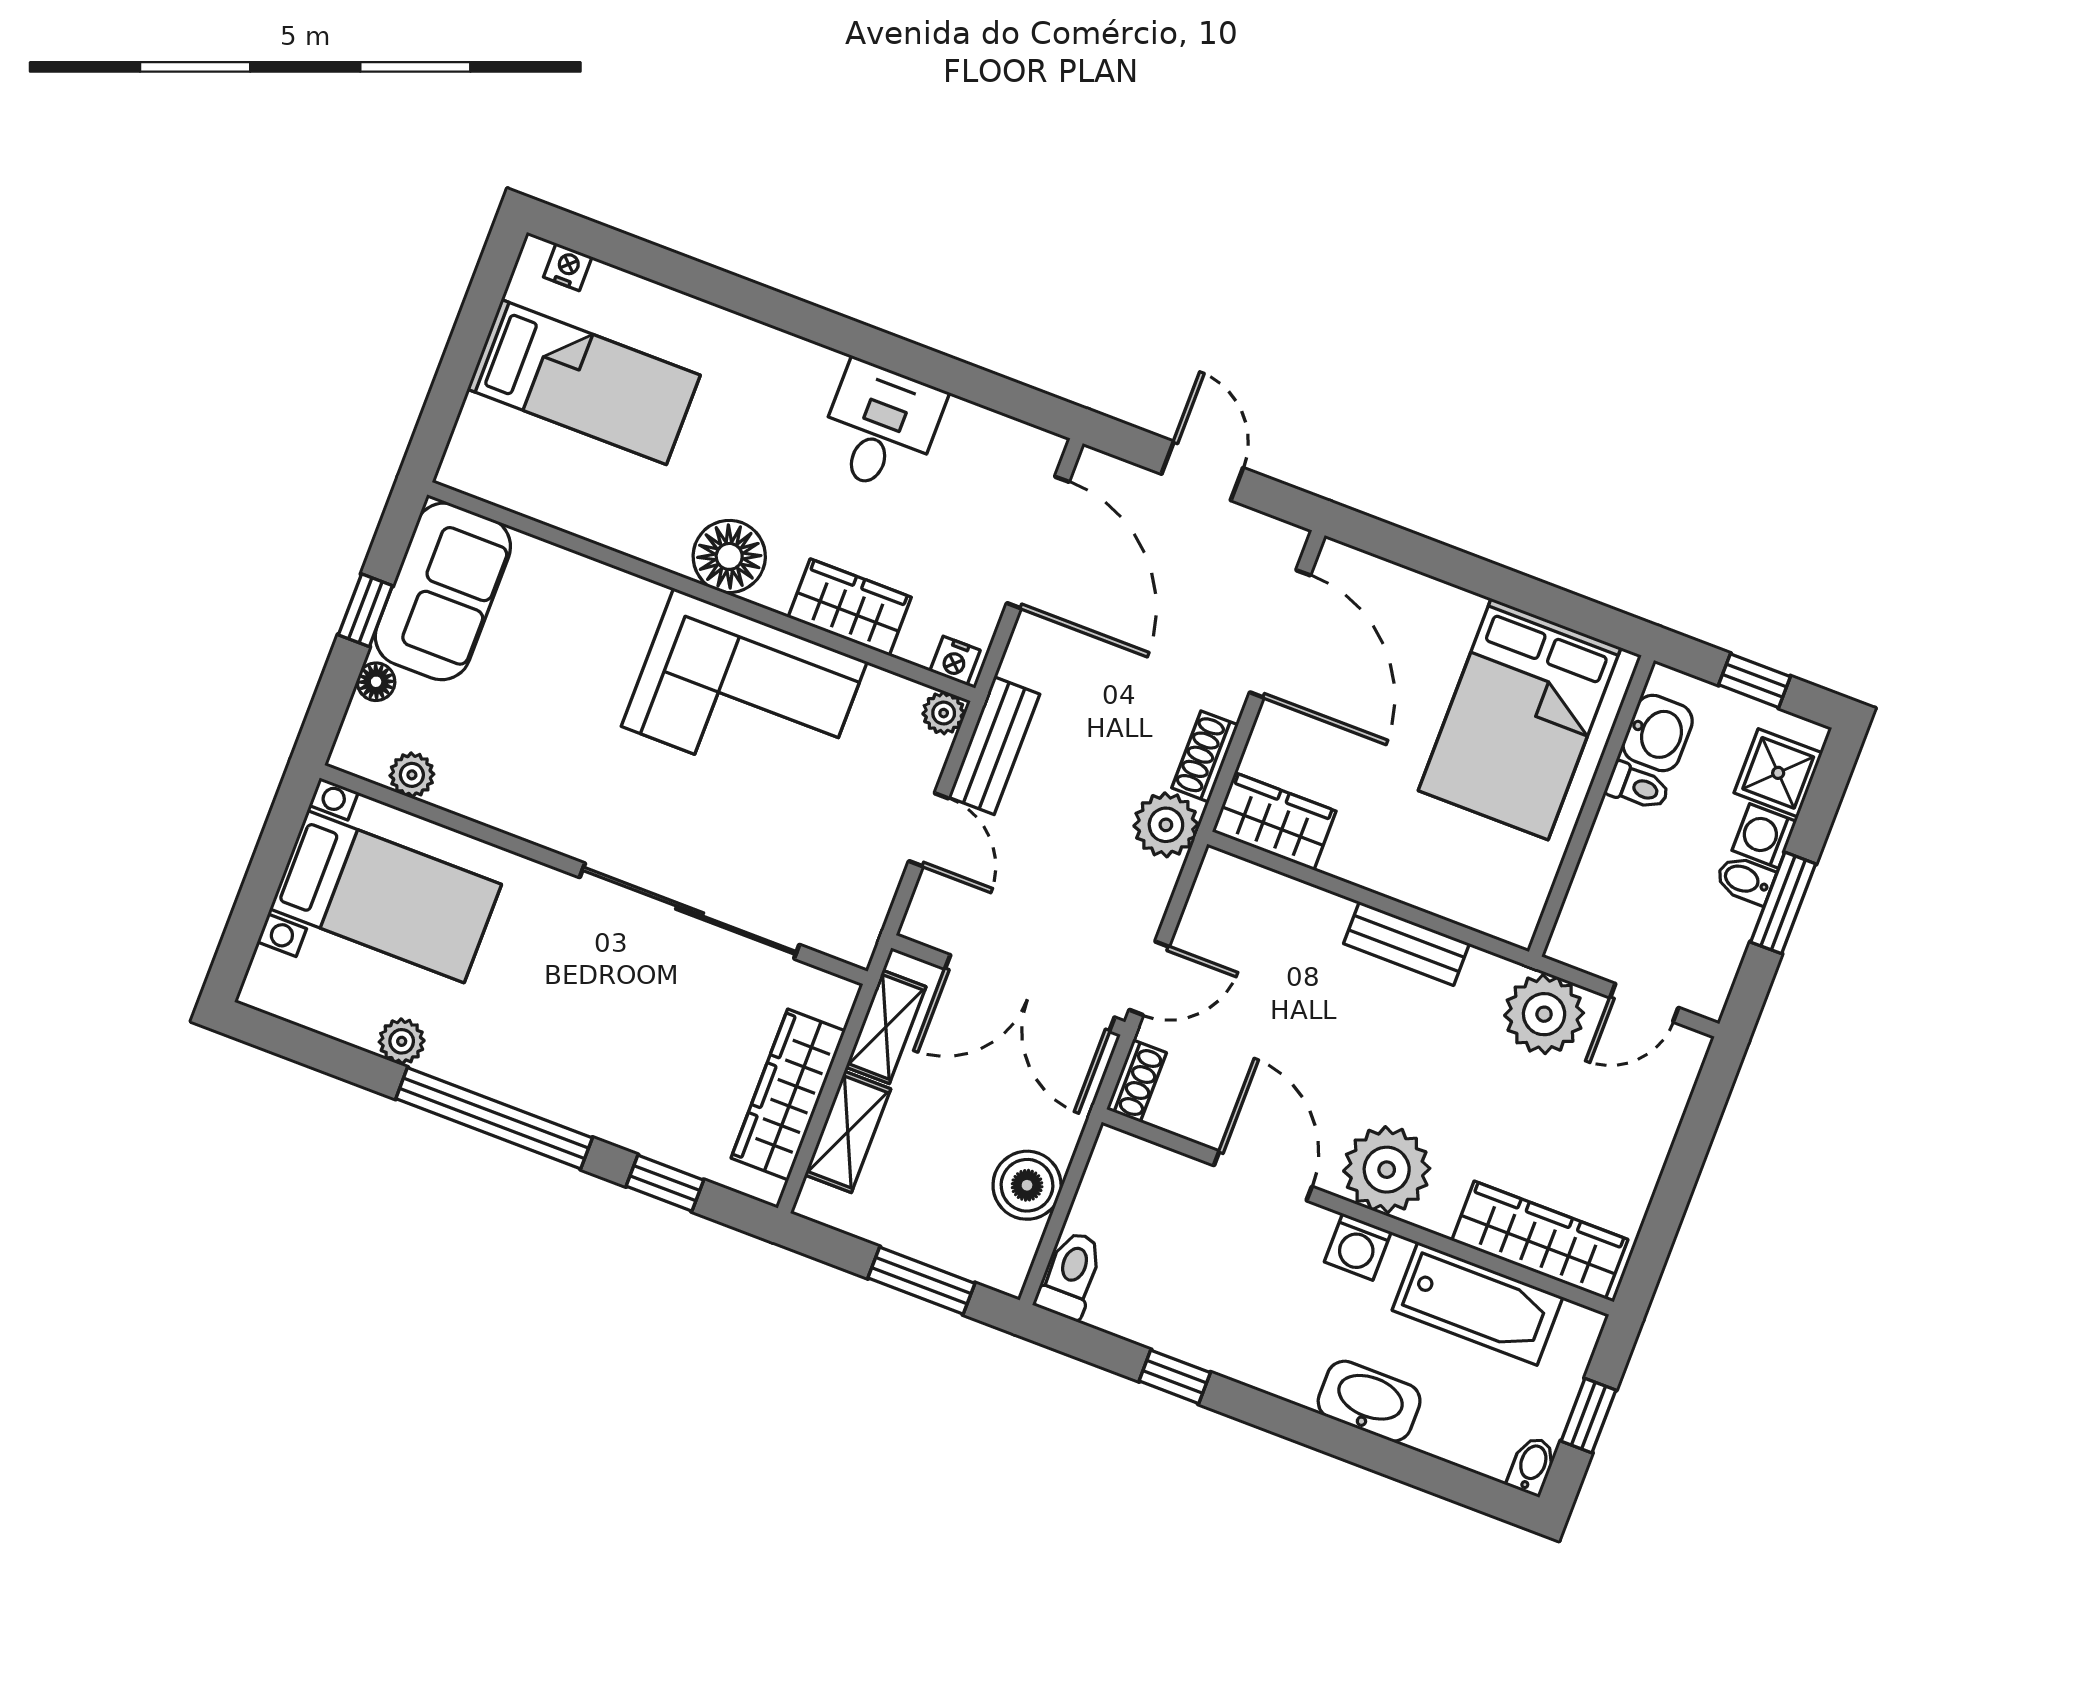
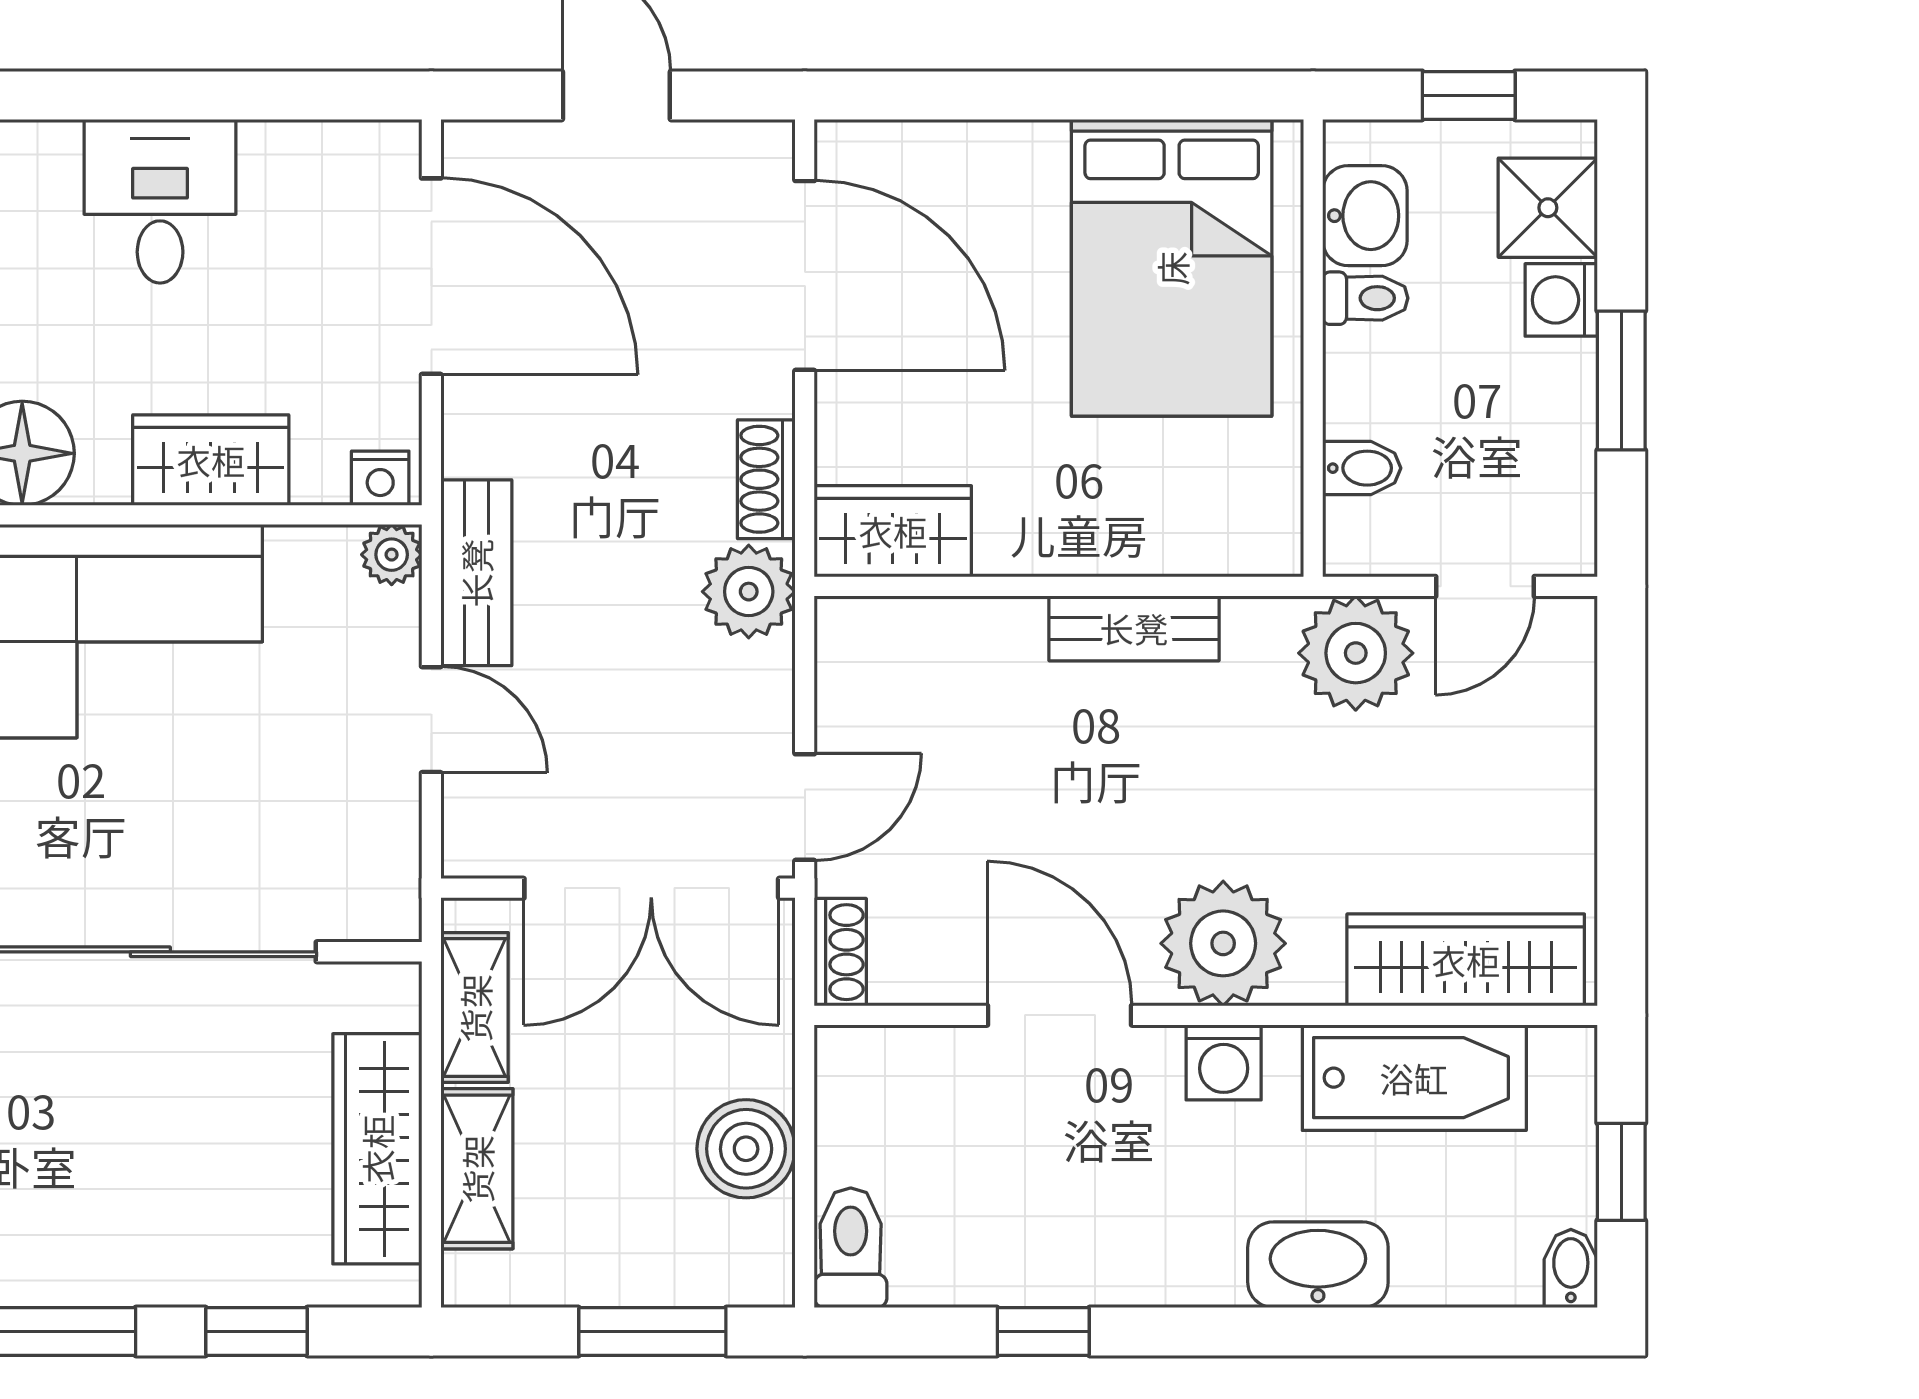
bidet: (1745, 880) -> (1362, 468), moved, turned 180

